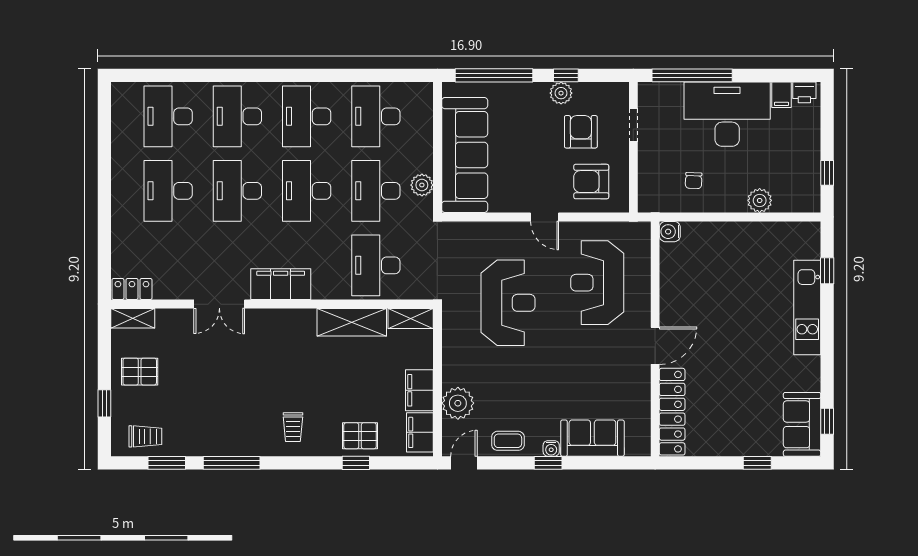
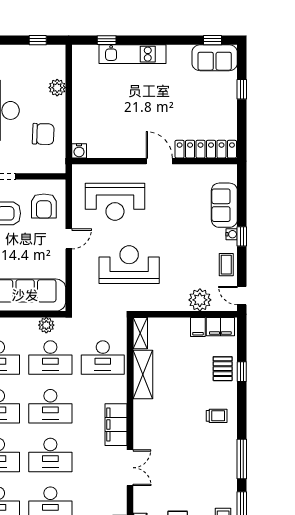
chair: (694, 181) -> (43, 134), width x1.87, depth x1.87
filing cabinet: (419, 390) -> (198, 327), width x0.50

